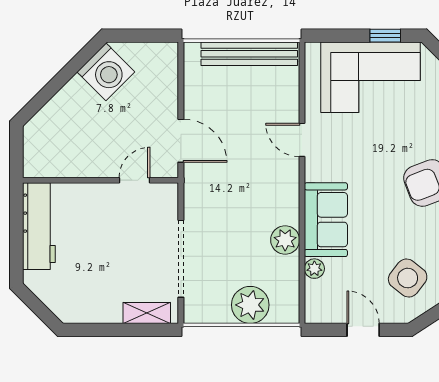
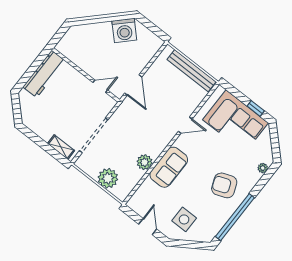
door: (302, 140) -> (185, 125), swing flipped
plant: (314, 269) -> (147, 184), removed
side table: (408, 278) -> (184, 219), turned -38

